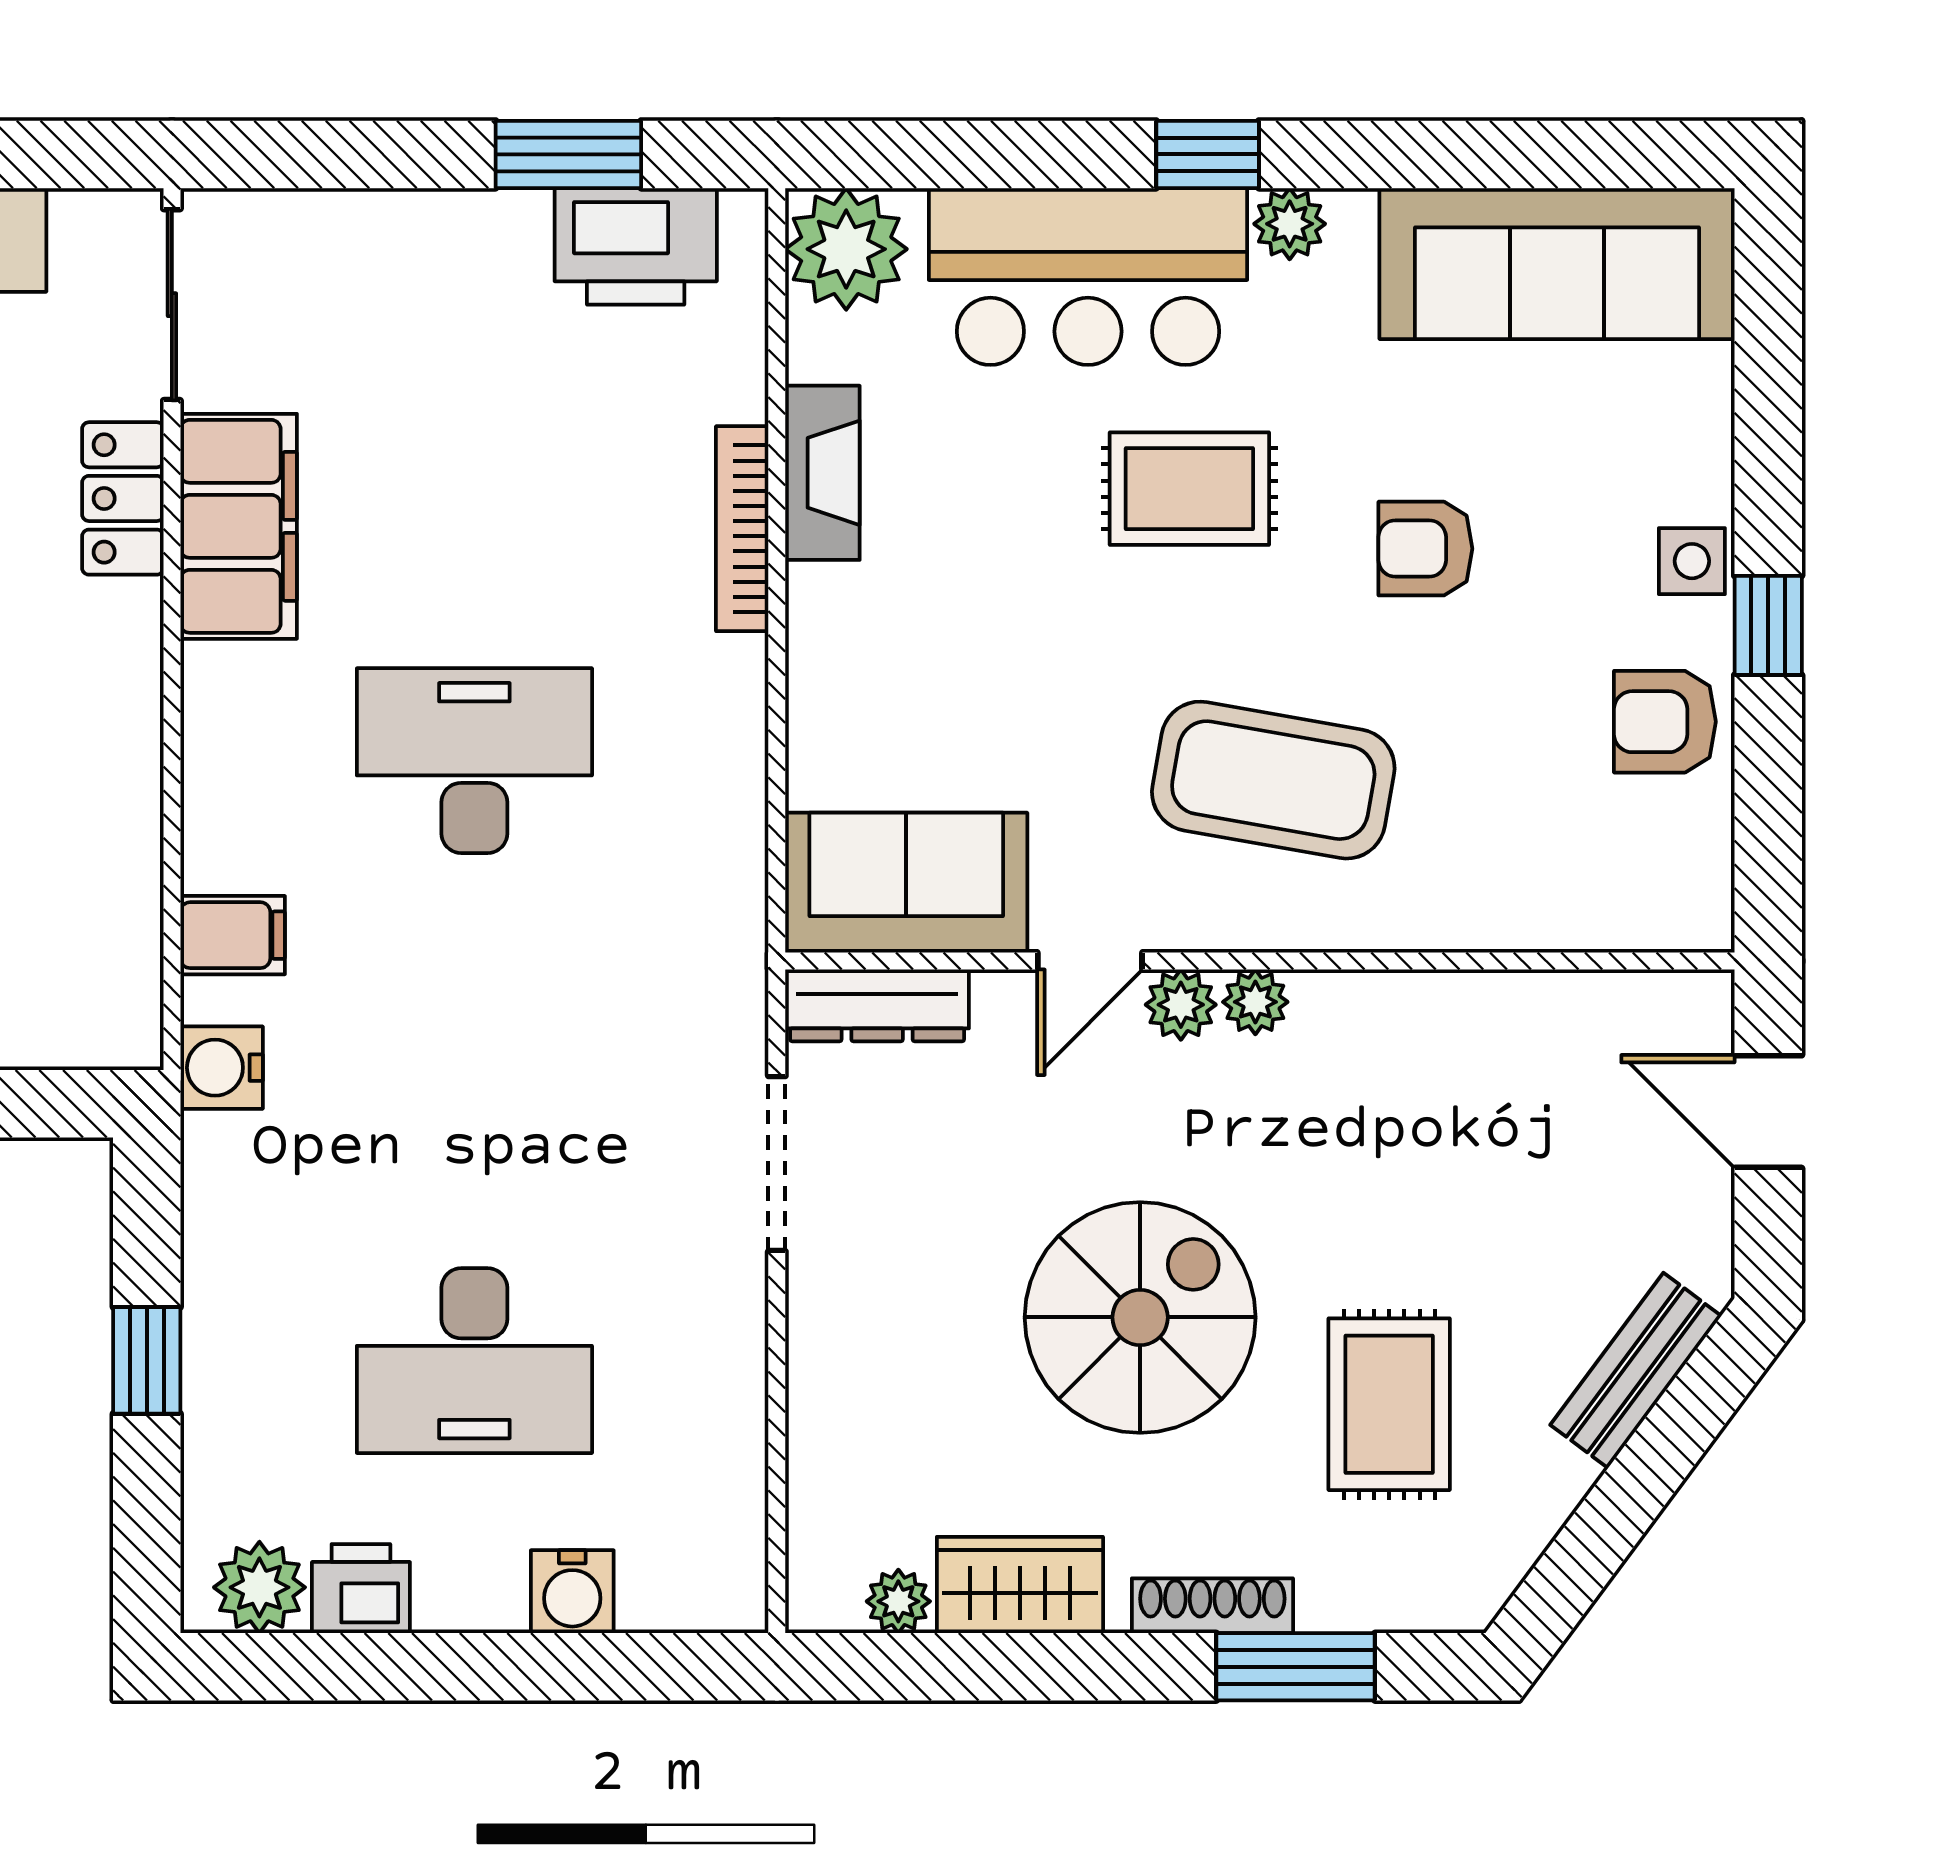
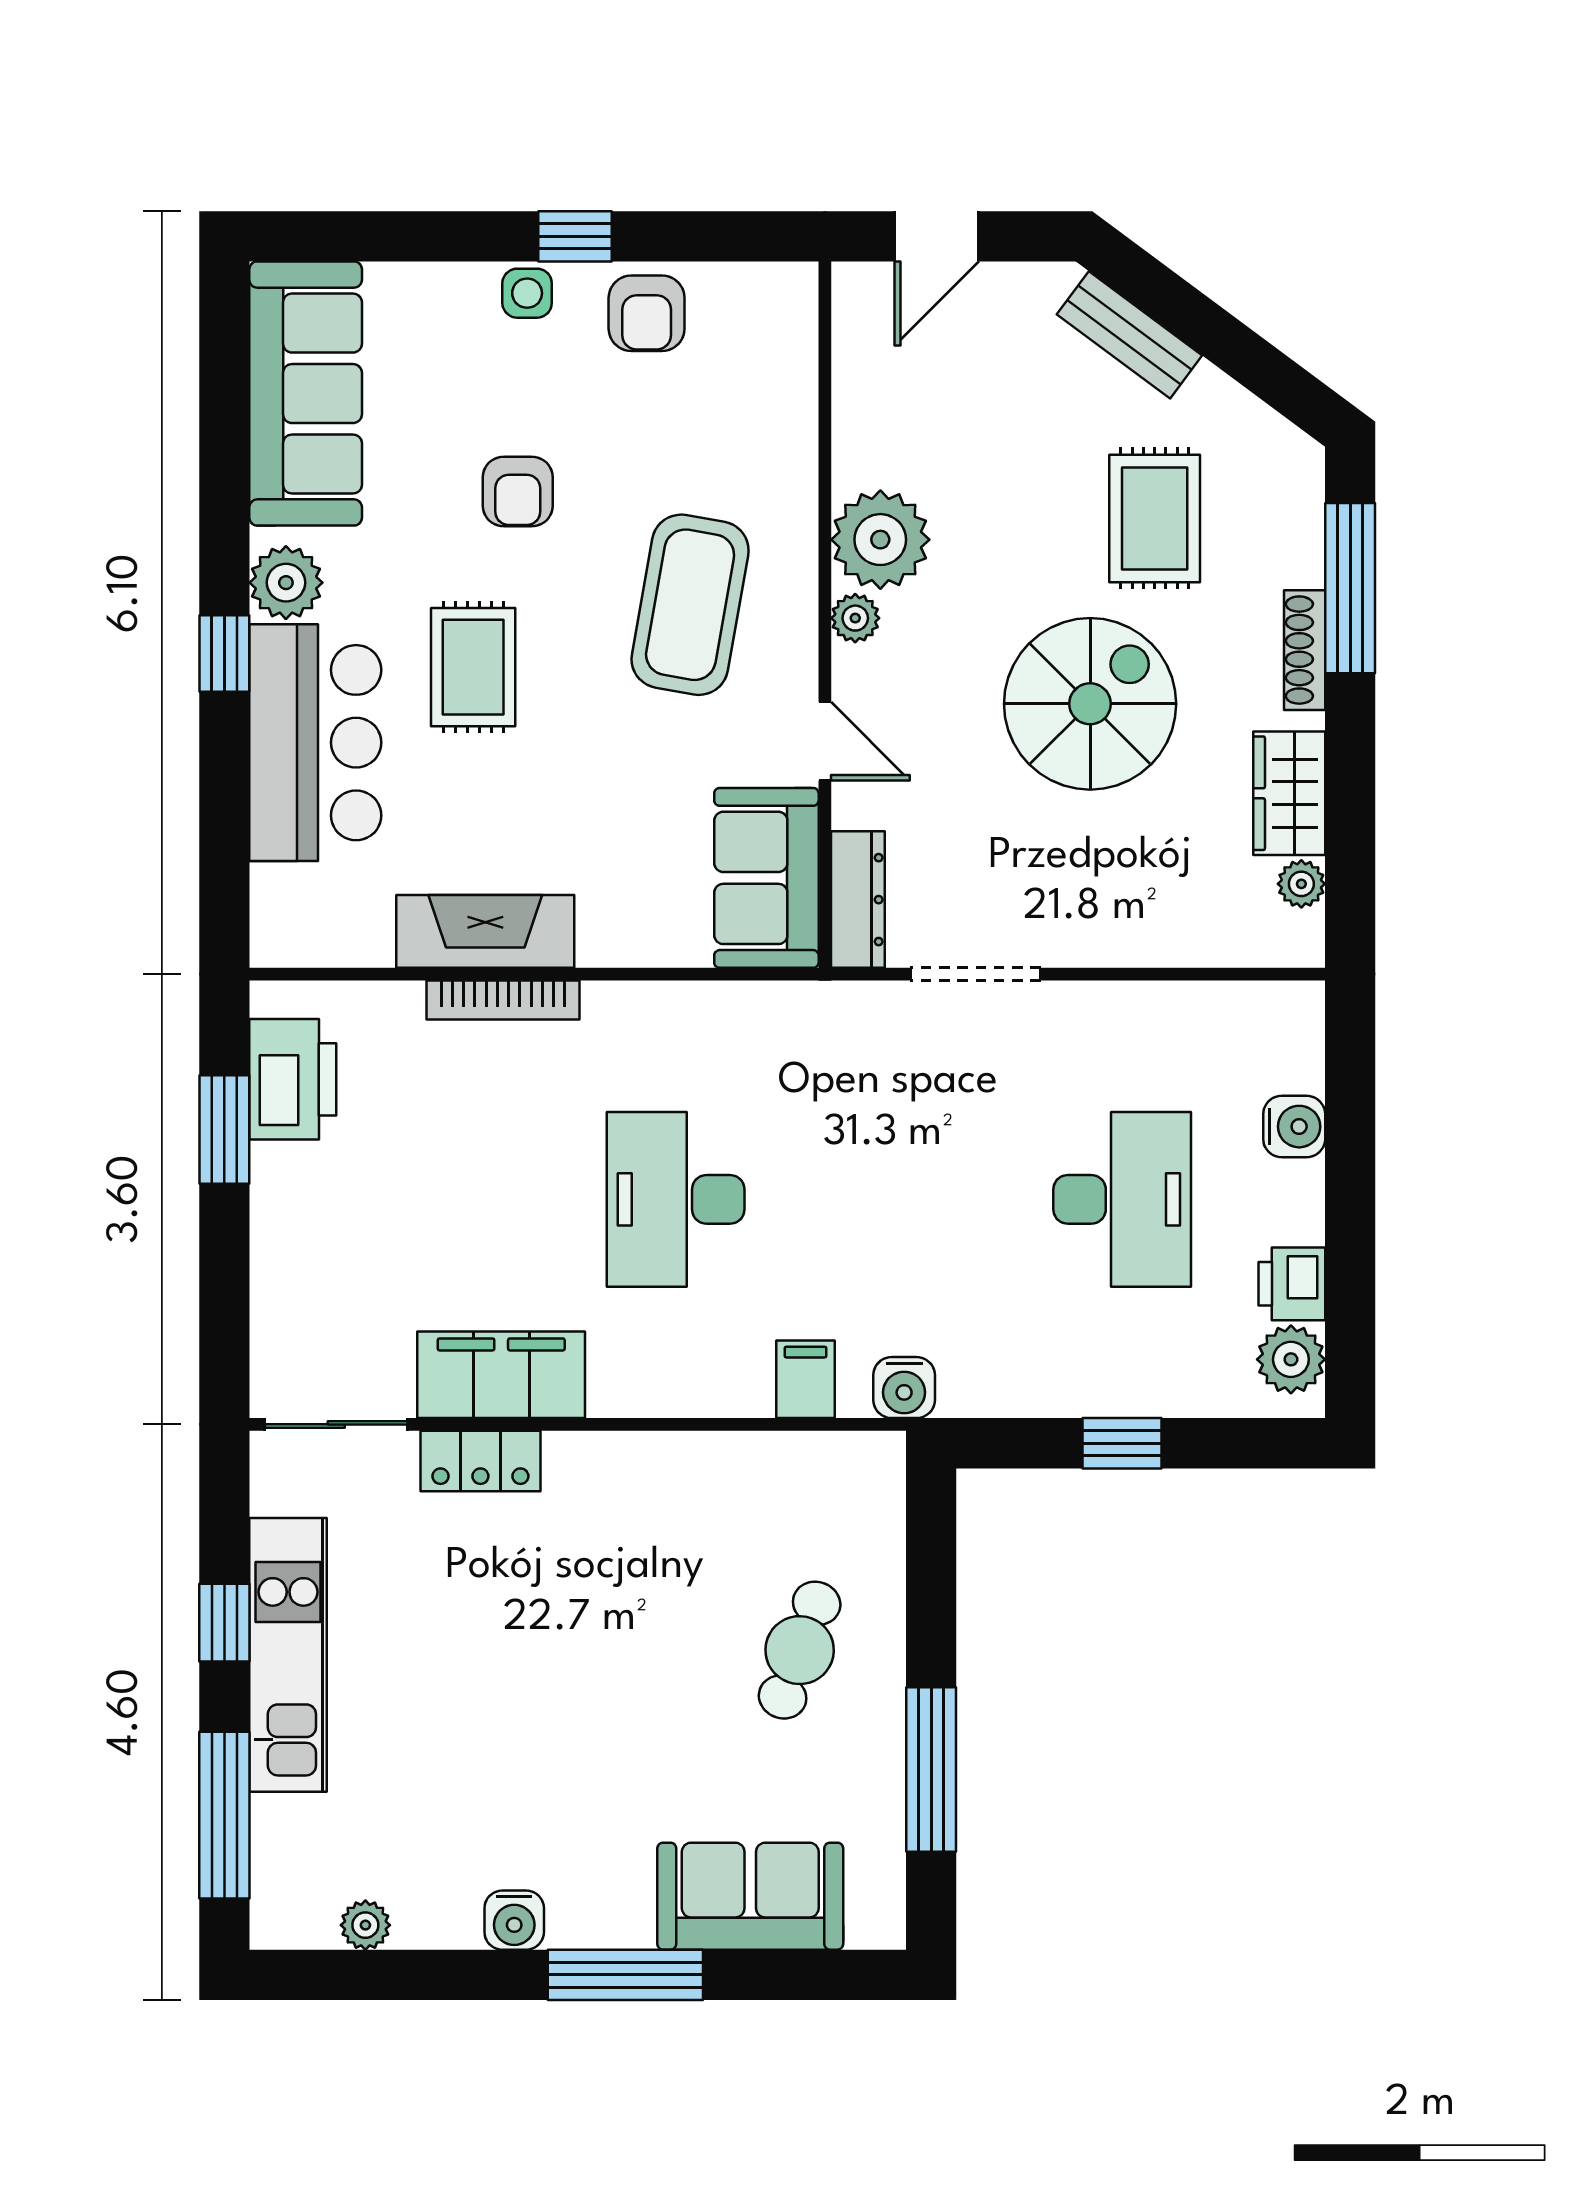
plant: (1290, 224) -> (286, 583), width x1.38, depth x1.38
plant: (846, 249) -> (295, 923), removed
fireplace: (822, 473) -> (485, 931), width x1.37, depth x1.32
plant: (1181, 1005) -> (880, 540), moved, width x1.88, depth x1.88
spiral stairs: (1140, 1317) -> (1090, 704), turned 90
rug: (1389, 1404) -> (1155, 518), turned 90
window: (1296, 1667) -> (1350, 588), width x1.44

